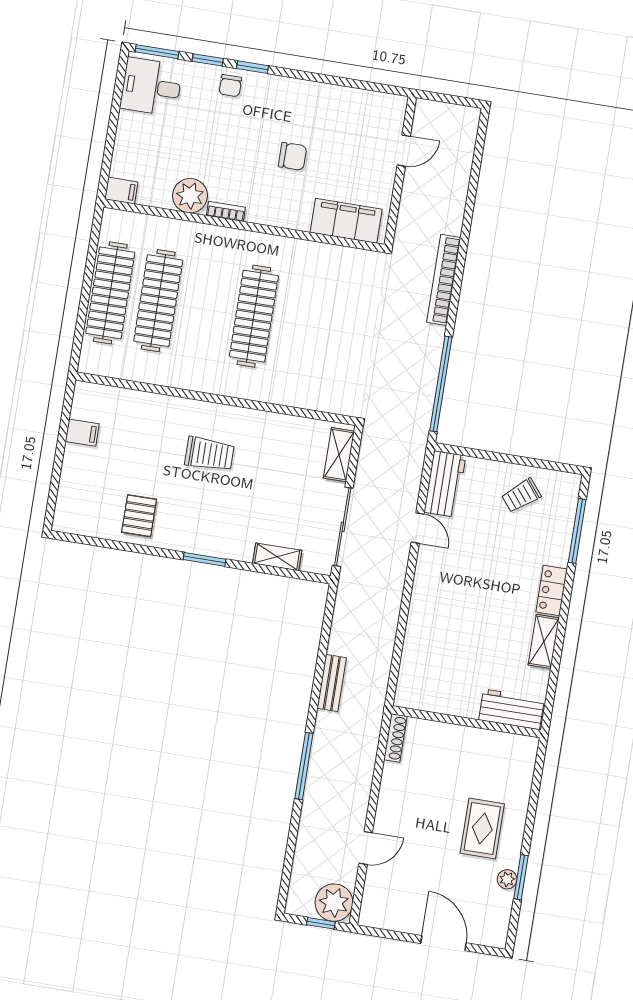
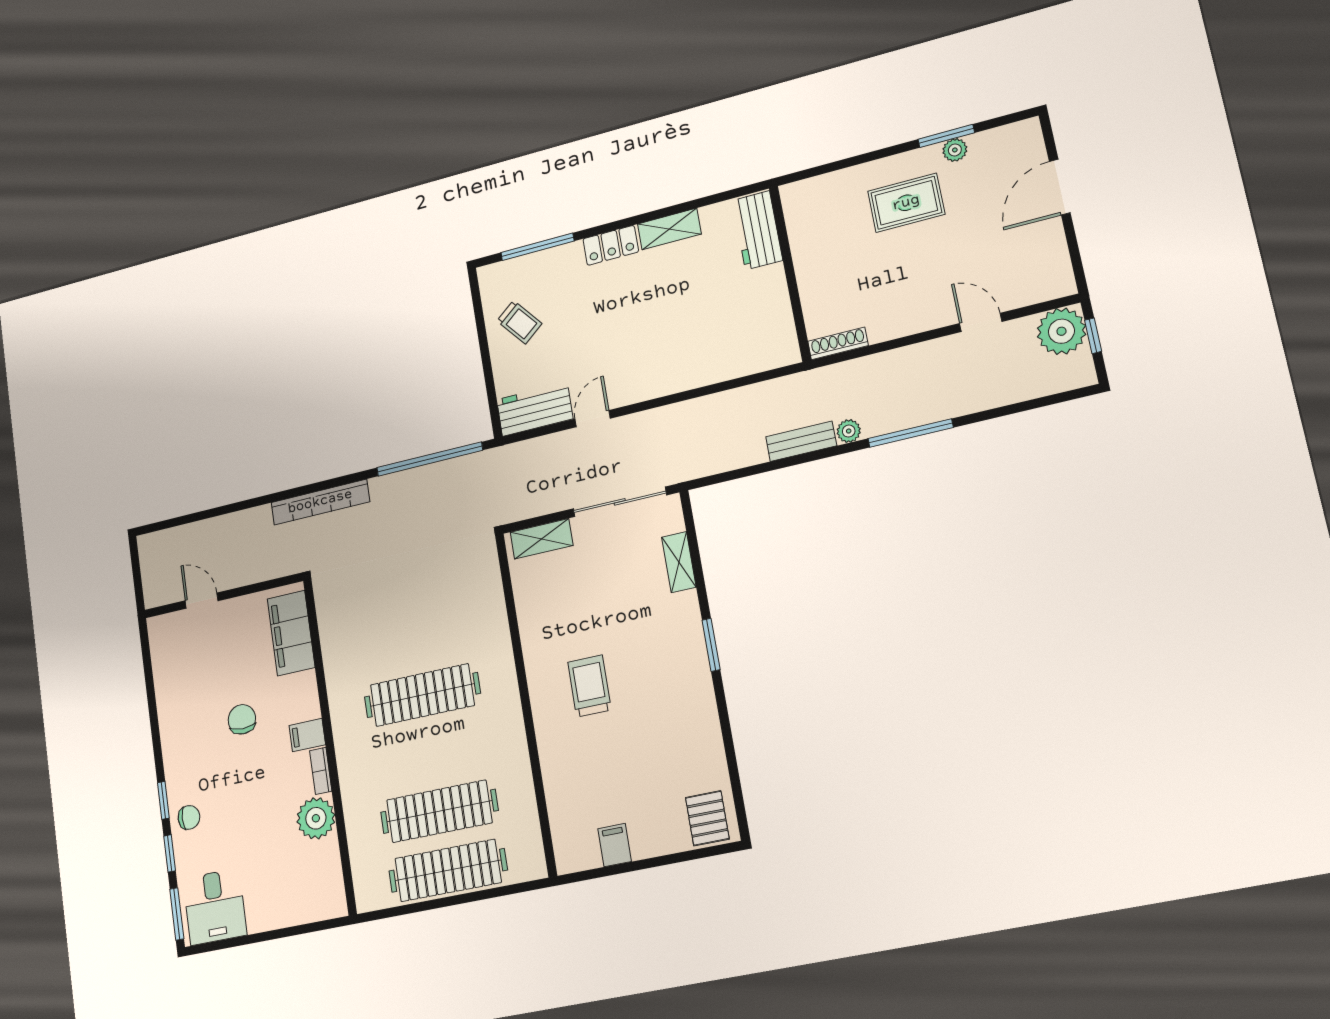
filing cabinet: (121, 191) -> (307, 735), moved, turned -90
pallet: (139, 516) -> (707, 818), moved, turned 90
plant: (325, 721) -> (849, 431), added

